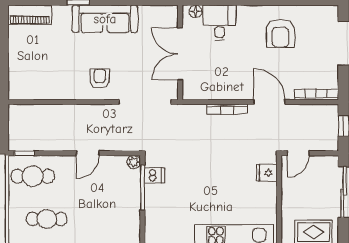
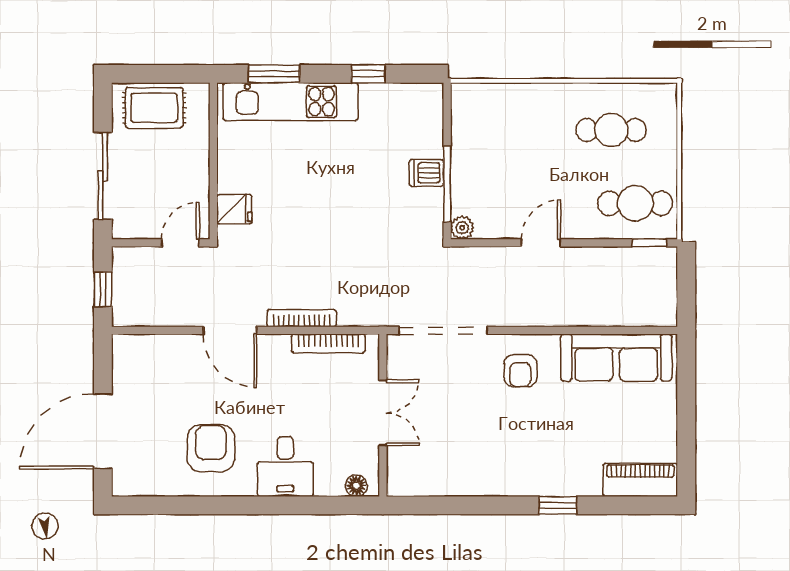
sofa: (105, 19) -> (616, 358), moved, turned 180
desk: (219, 23) -> (285, 466), moved
double door: (180, 54) -> (383, 413), width x0.73
bookcase: (316, 94) -> (328, 343), moved
dishwasher: (155, 175) -> (426, 173), moved

